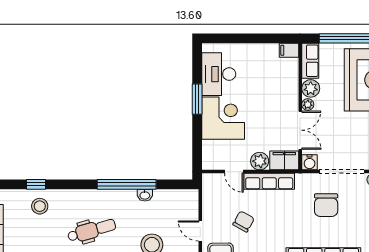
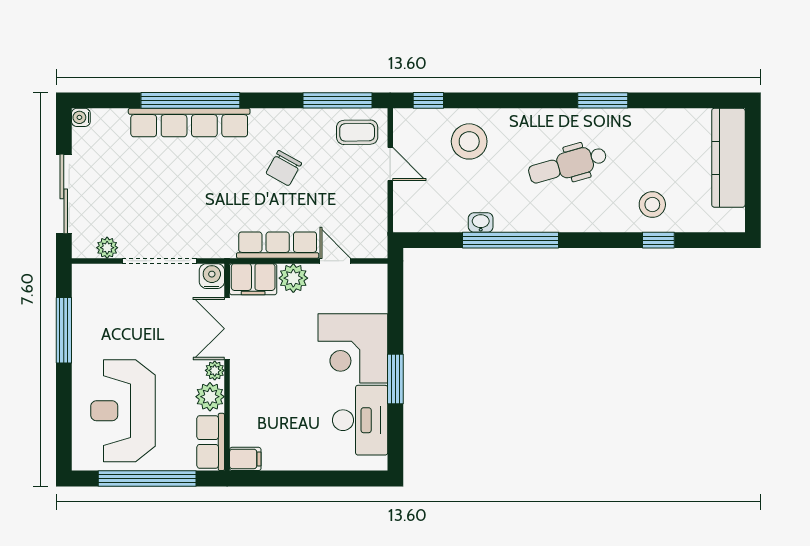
chair: (326, 205) -> (185, 206), removed
chair: (244, 221) -> (284, 168), moved

